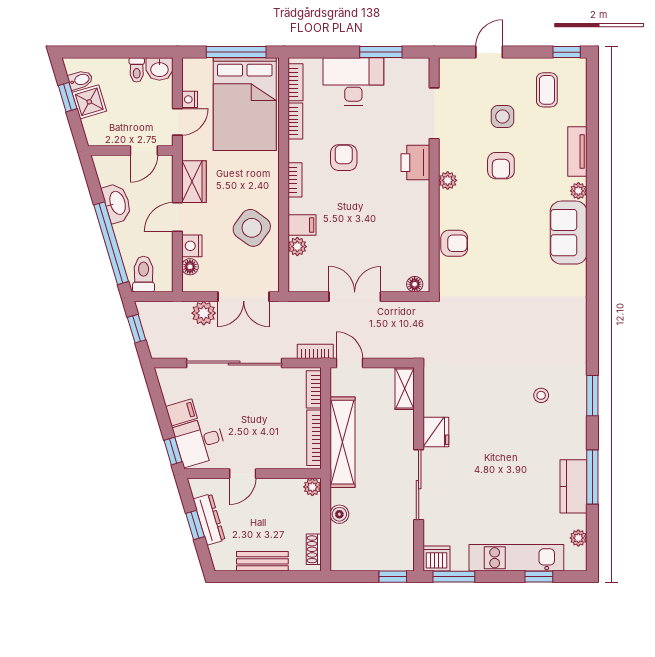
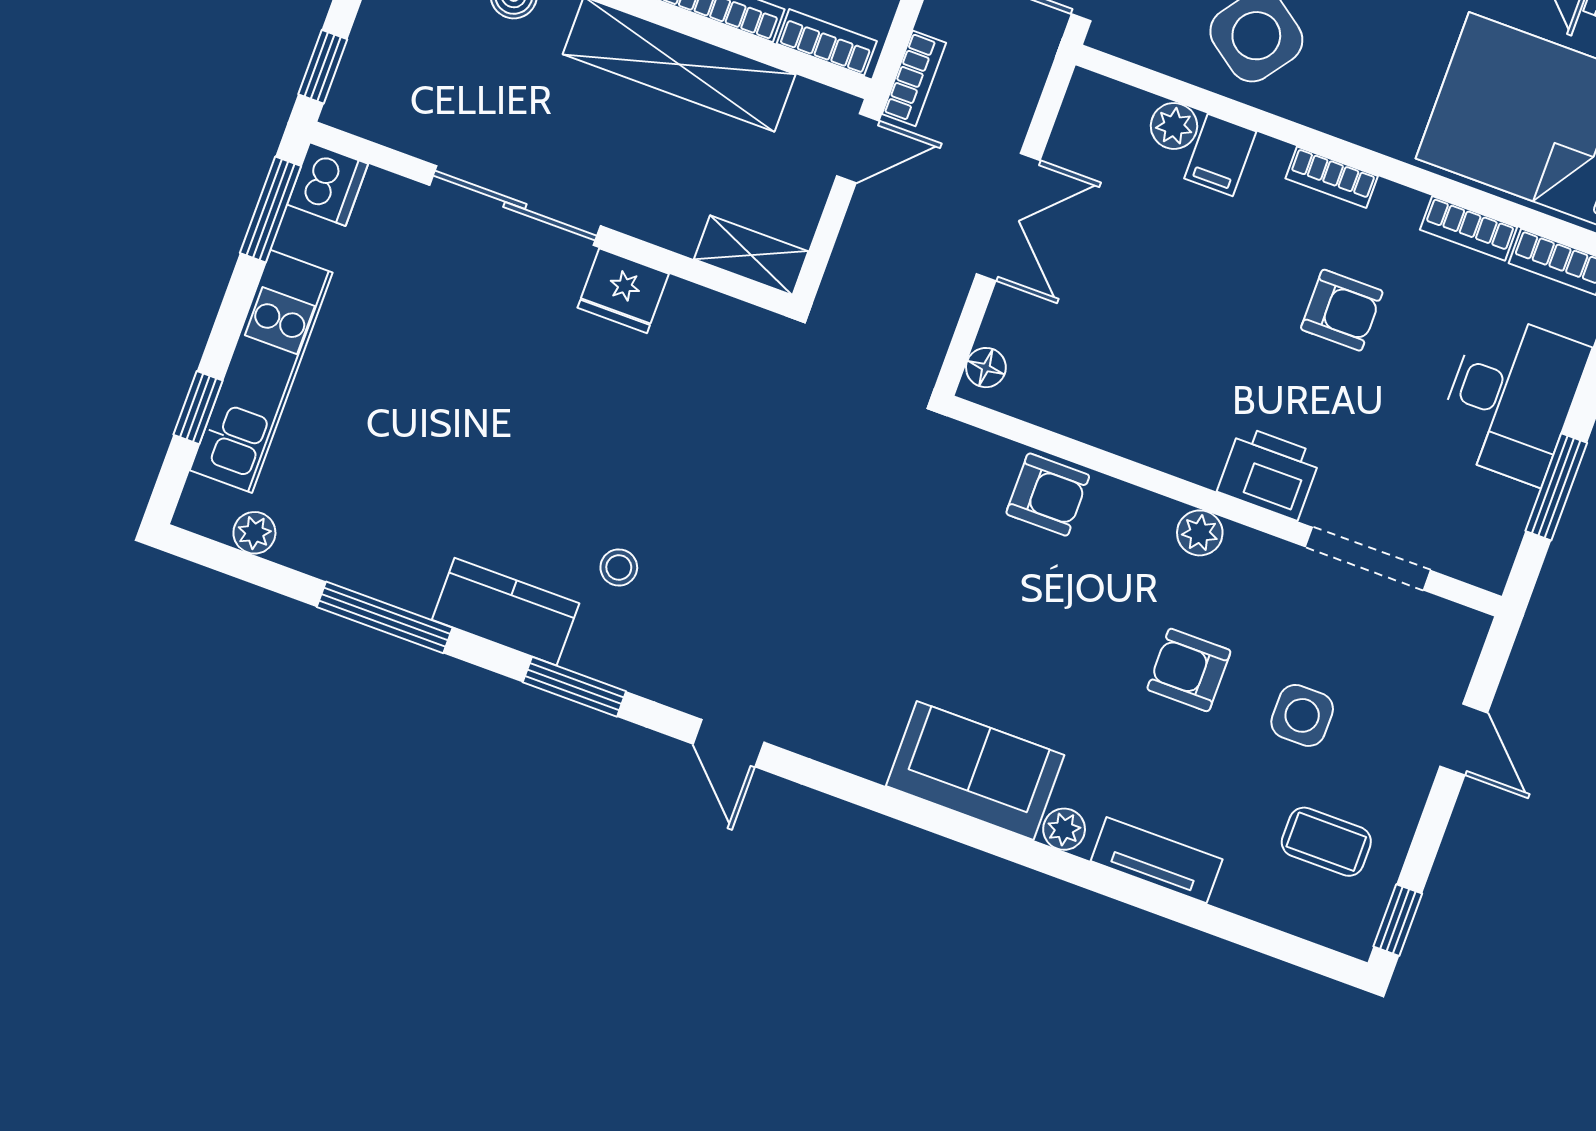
armchair: (454, 243) -> (1048, 495), turned -90
door: (592, 330) -> (728, 743), added
kitchen counter: (573, 486) -> (506, 612), moved

